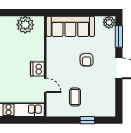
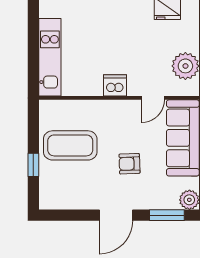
door: (45, 85) -> (153, 98), moved
coffee table: (75, 97) -> (70, 145), width x1.86, depth x1.72

